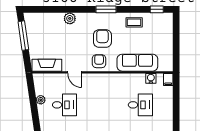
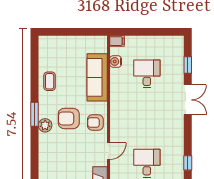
window: (157, 9) -> (34, 55), removed
plant: (70, 18) -> (45, 125), moved

